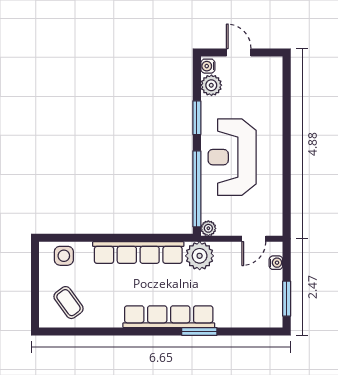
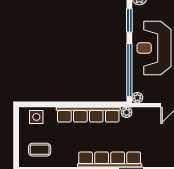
plant: (200, 256) -> (127, 112), width x0.53, depth x0.53
coffee table: (68, 303) -> (40, 150), turned -54

